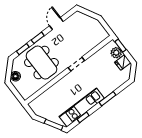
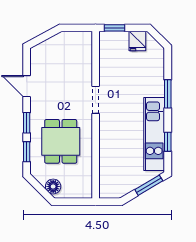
plant: (116, 53) -> (119, 40), removed
dining table: (41, 63) -> (61, 141), width x0.73

